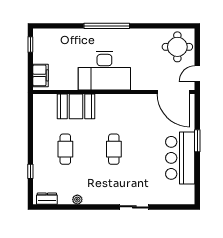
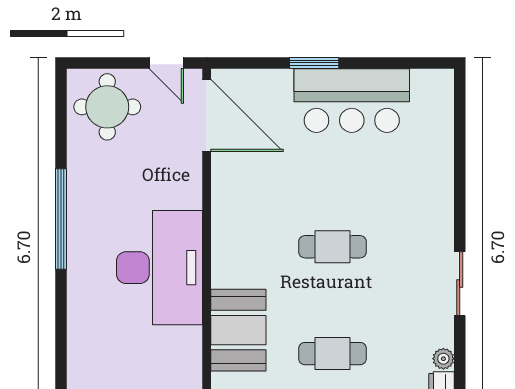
window: (107, 26) -> (61, 219), moved
door: (173, 92) -> (207, 116), hinge flipped
plant: (77, 200) -> (443, 359), moved
sliding door: (134, 207) -> (460, 284), moved

